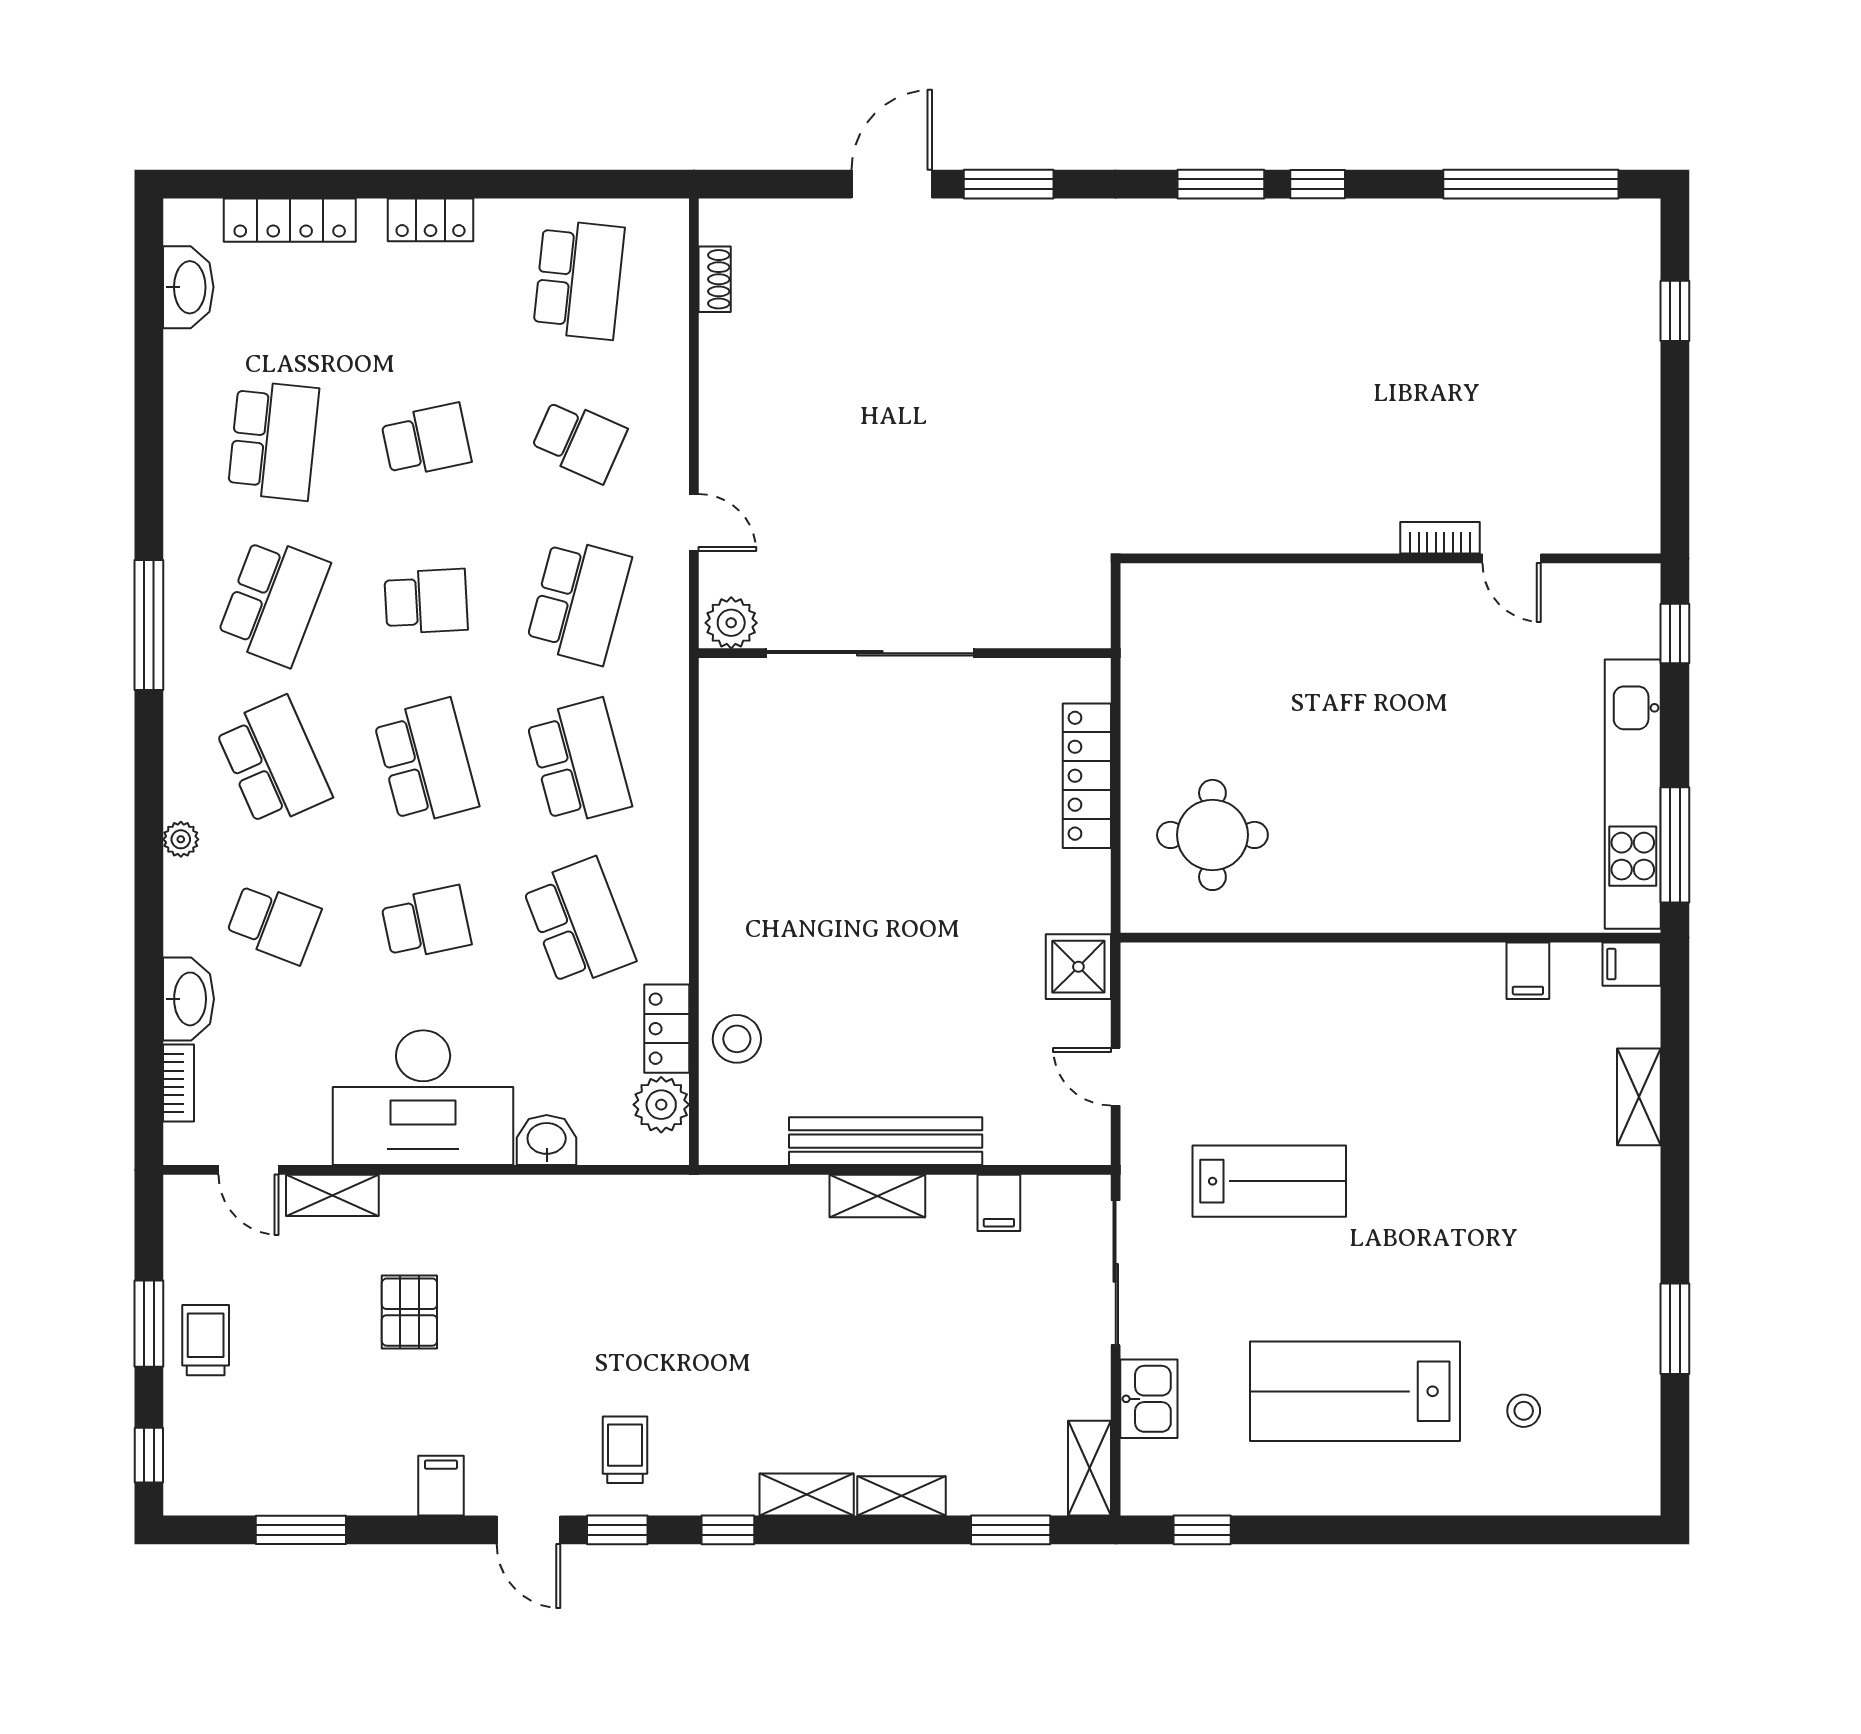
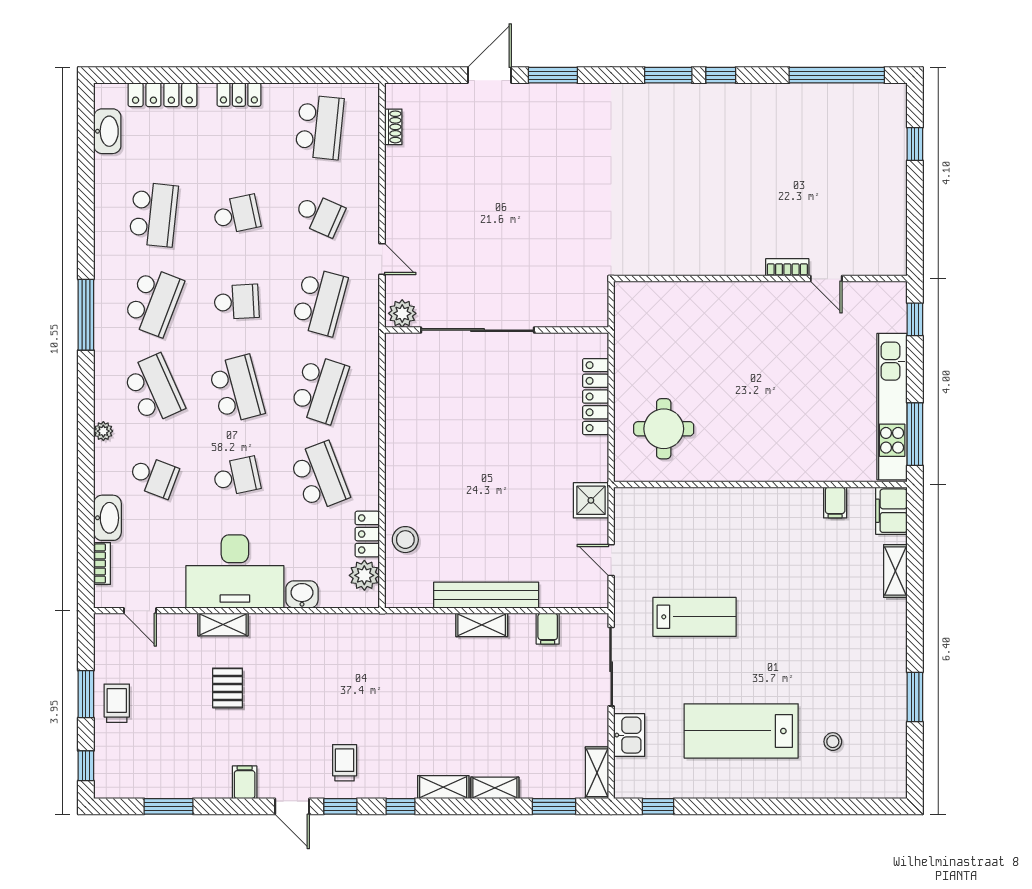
school desk: (579, 762) -> (319, 389), turned 33
filing cabinet: (1632, 964) -> (891, 511), width x2.00
shelving: (332, 1195) -> (223, 625), moved

